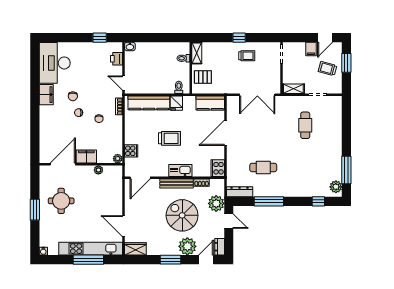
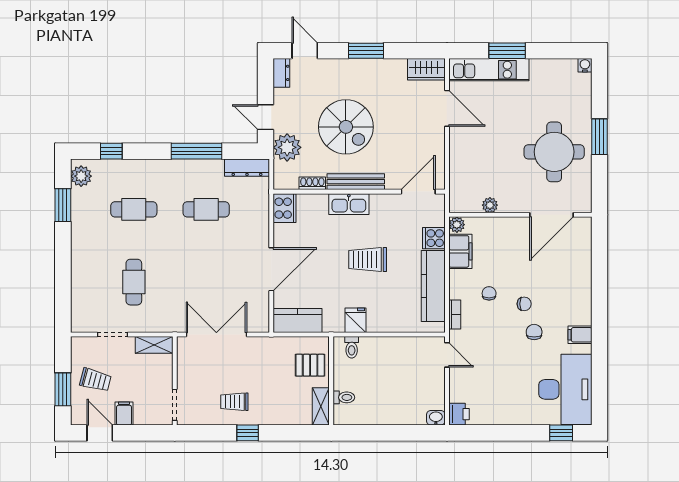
window: (100, 38) -> (561, 433), moved
door: (325, 38) -> (100, 433), hinge flipped
printer: (116, 59) -> (459, 414), moved
filing cabinet: (46, 95) -> (580, 335), width x0.50
kitchen counter: (149, 103) -> (433, 286), moved, turned -90
filing cabinet: (86, 157) -> (460, 251), moved, turned -90
cafe table: (305, 167) -> (134, 209), added
window: (346, 170) -> (63, 205), width x0.69
round table: (61, 201) -> (554, 152), width x1.36, depth x1.36
plant: (187, 246) -> (337, 74), removed
kitchen unit: (91, 249) -> (489, 70), width x0.73
window: (88, 260) -> (507, 51), width x0.69
door: (206, 260) -> (305, 51), swing flipped

